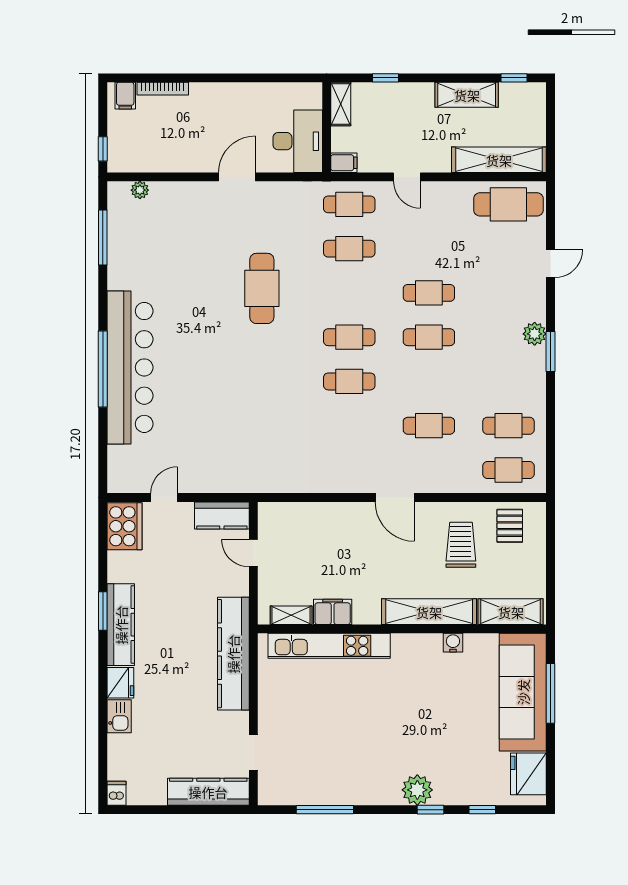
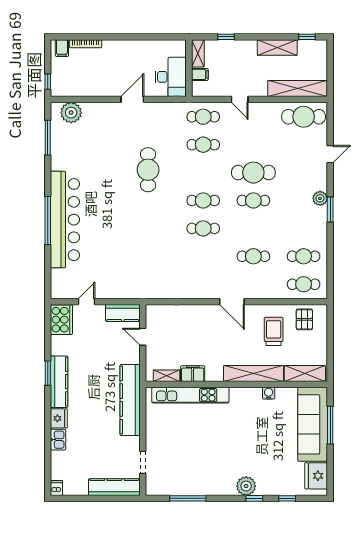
filing cabinet: (344, 163) -> (200, 74), moved
plant: (140, 190) -> (71, 113), width x1.88, depth x1.88
cafe table: (429, 293) -> (253, 173), width x1.37, depth x1.35

